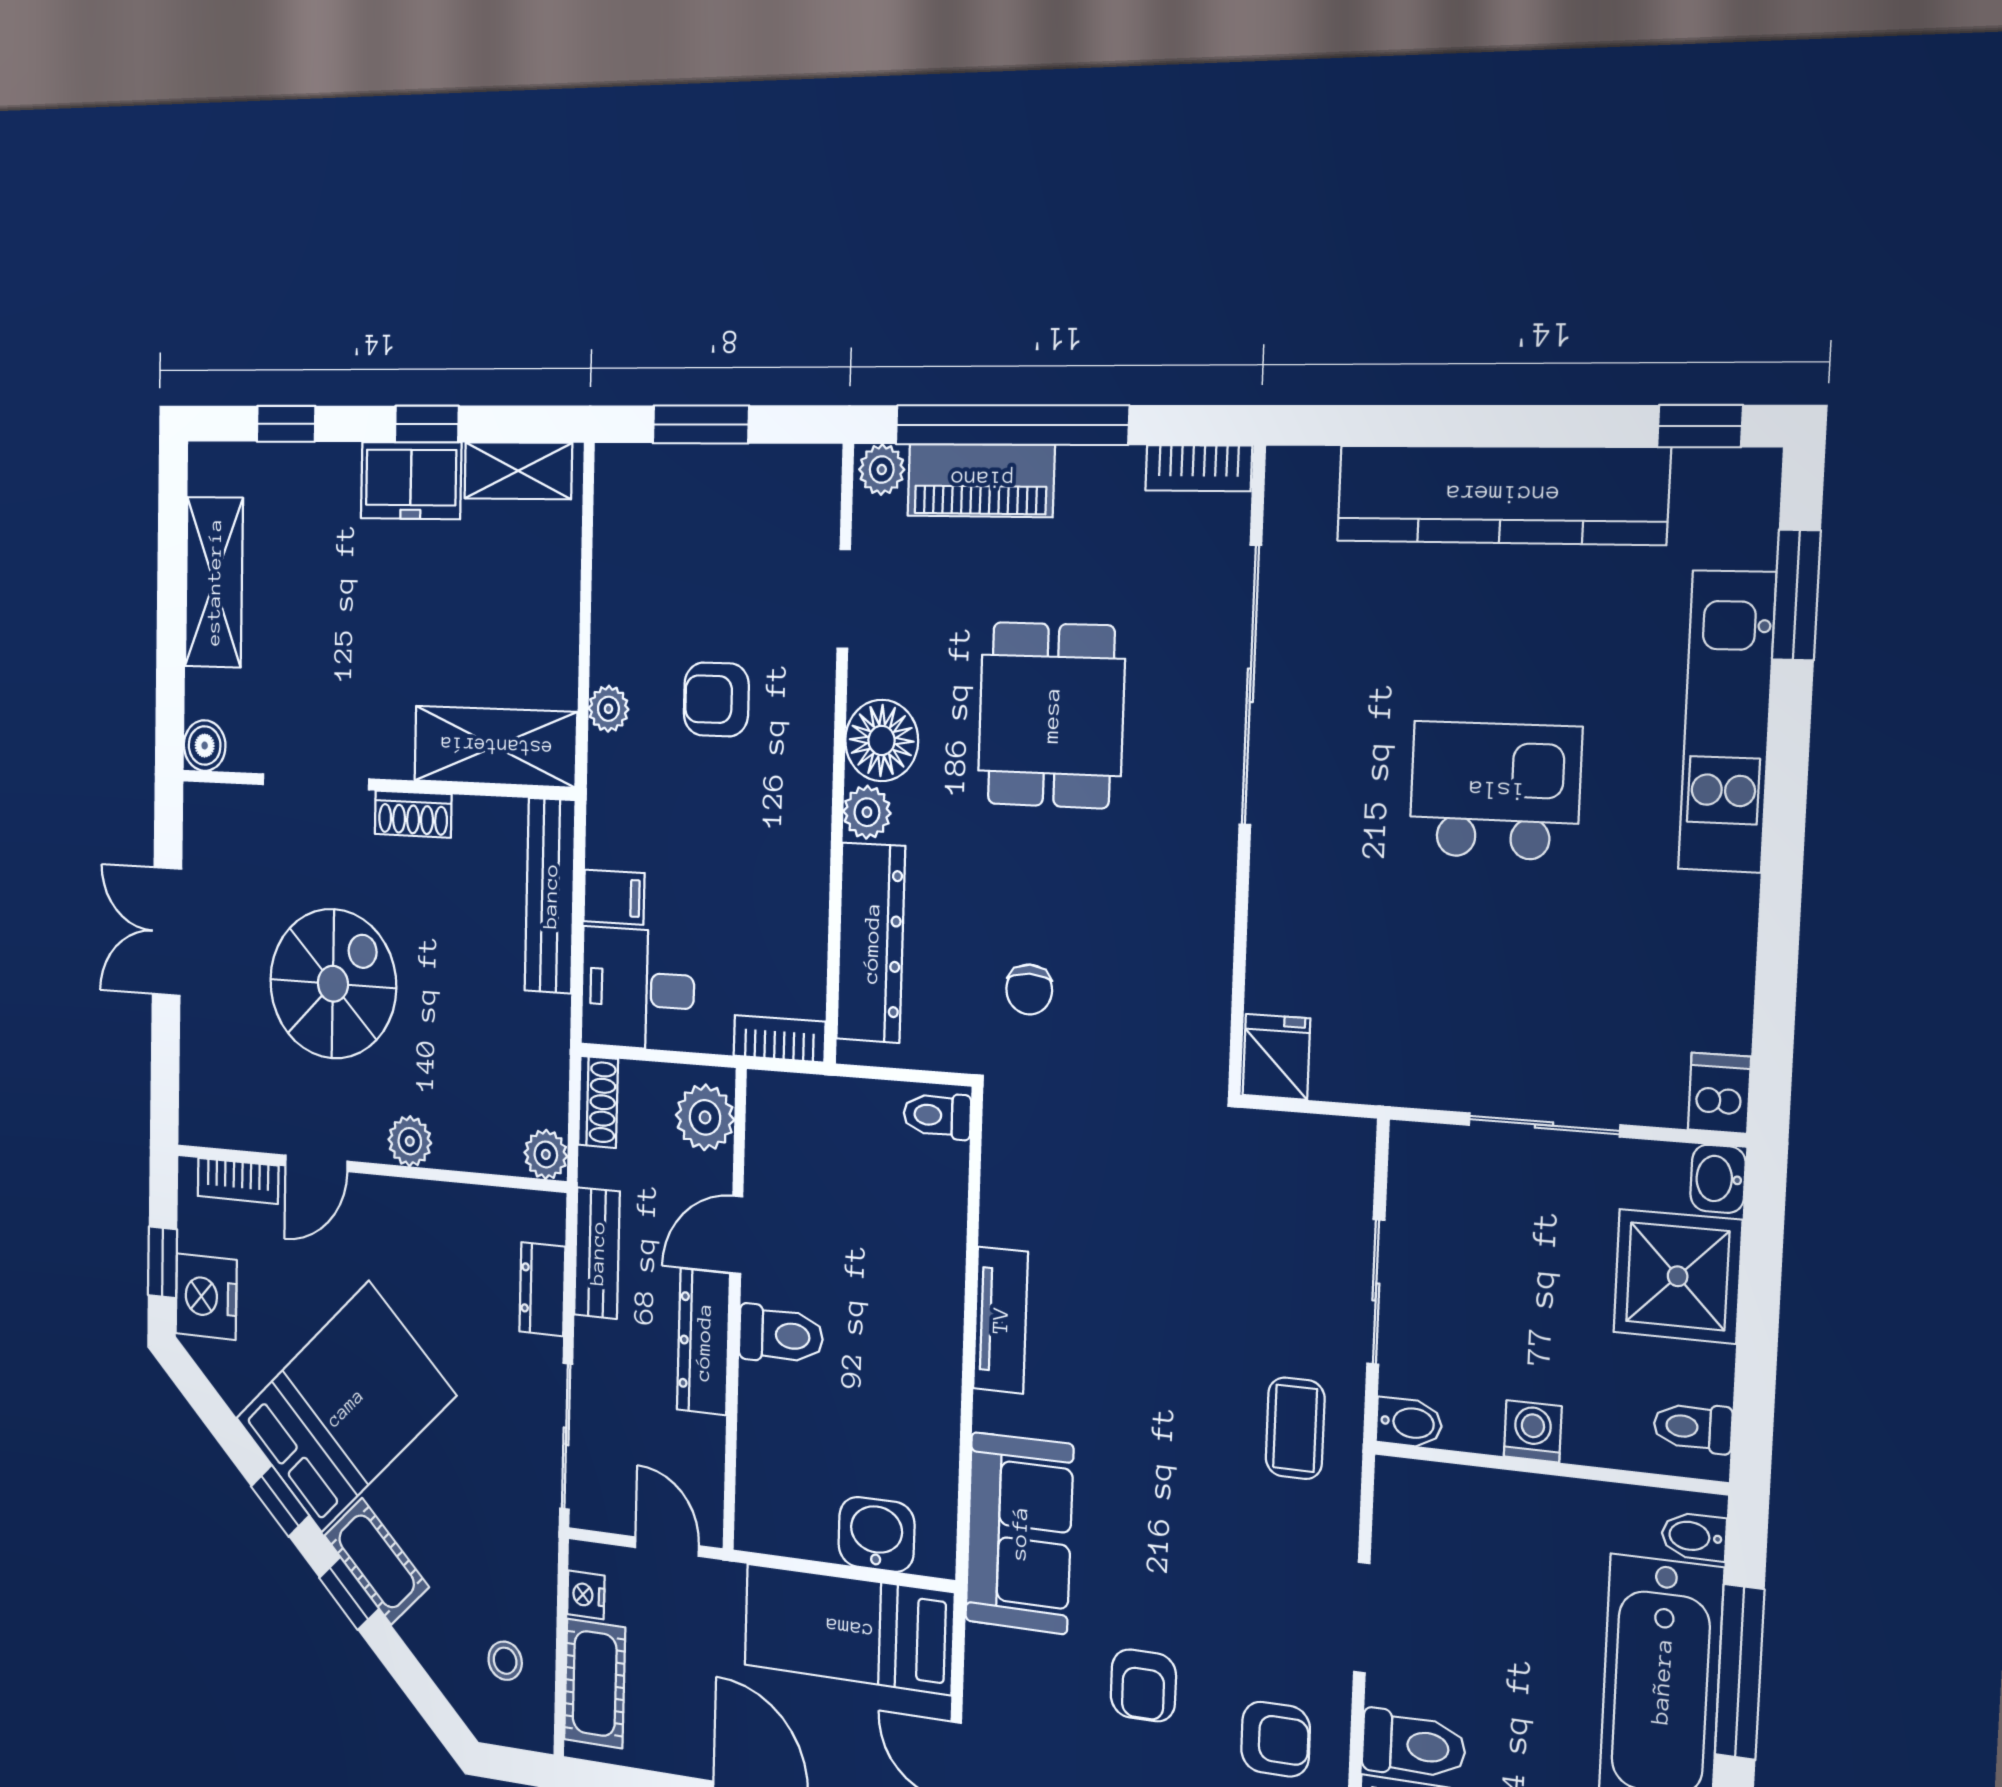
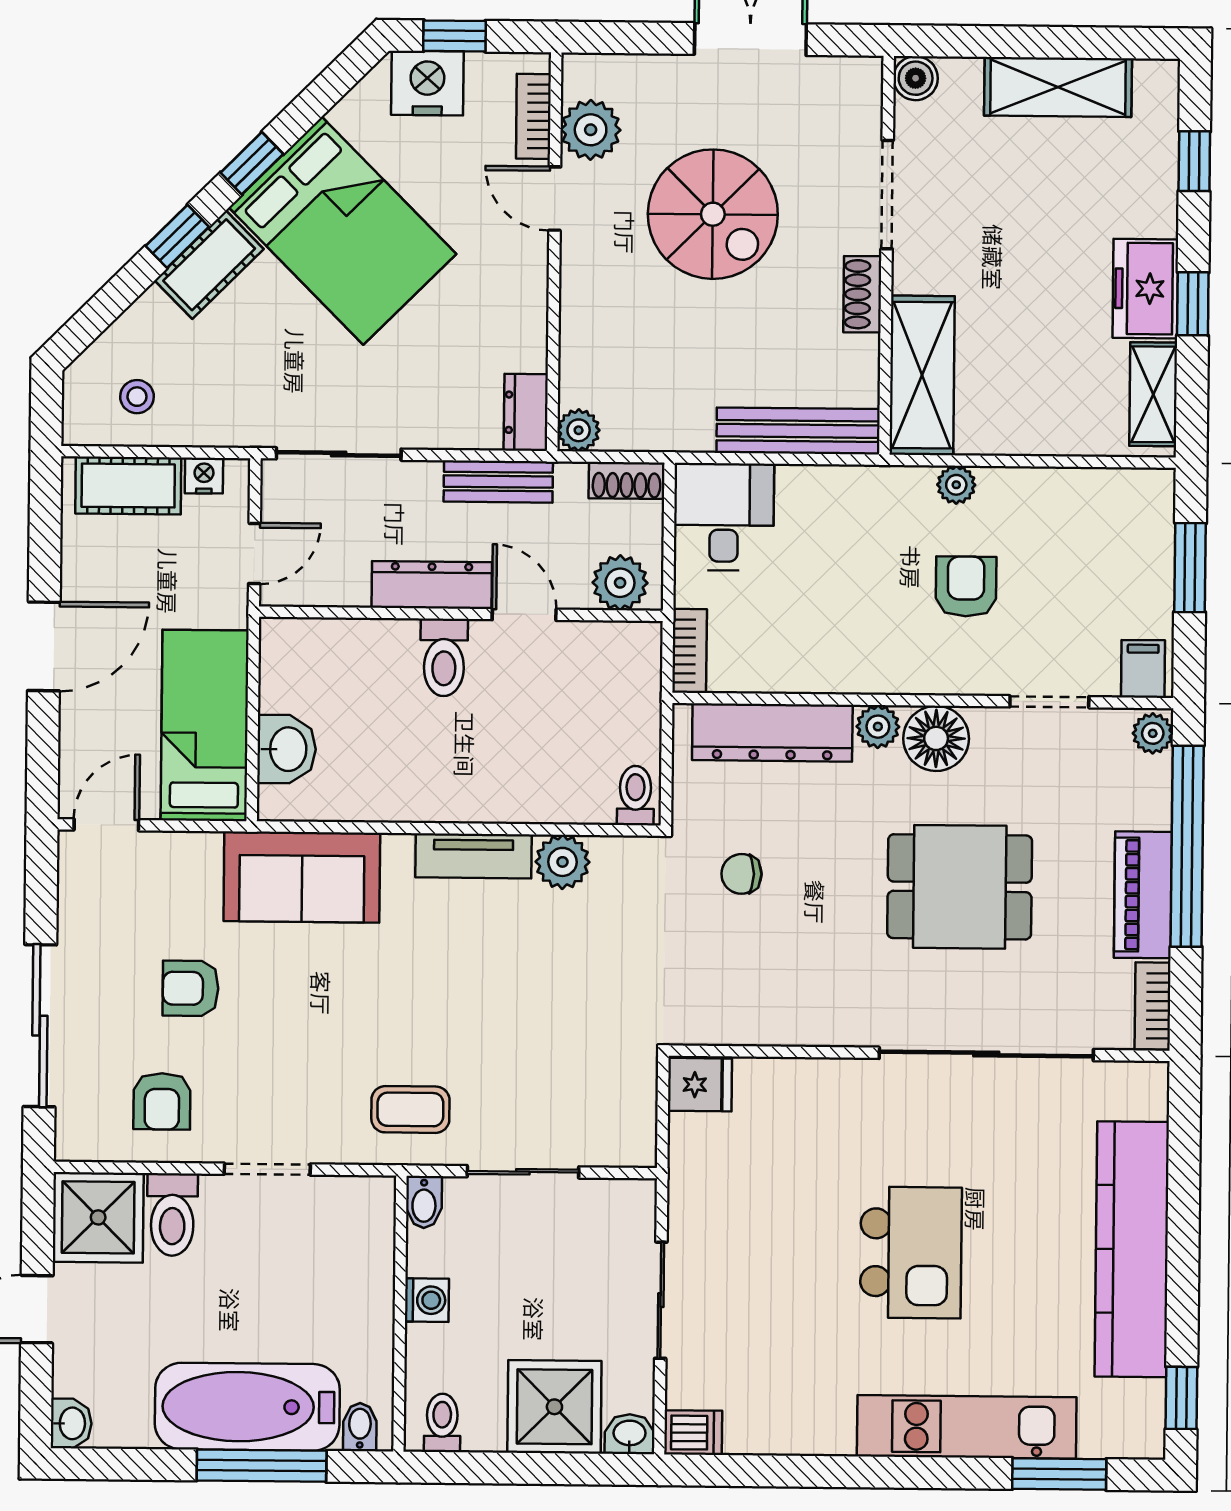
piano: (981, 480) -> (1143, 895), moved
filing cabinet: (614, 897) -> (1143, 669), moved, turned 180
plant: (410, 1141) -> (591, 130), moved, width x1.38, depth x1.38
plant: (1010, 1211) -> (562, 862), added
dresser: (542, 1289) -> (526, 412), moved, turned -90

